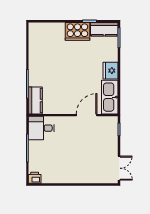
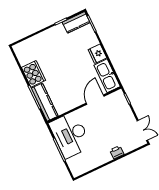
cooker: (77, 31) -> (33, 74), moved, turned -90
kitchen counter: (35, 100) -> (45, 102), width x1.50
desk: (41, 128) -> (70, 135), width x1.87, depth x1.30
printer: (35, 178) -> (117, 152), moved

